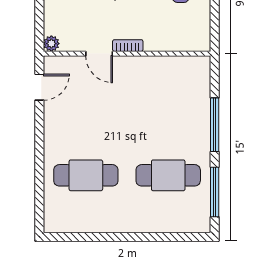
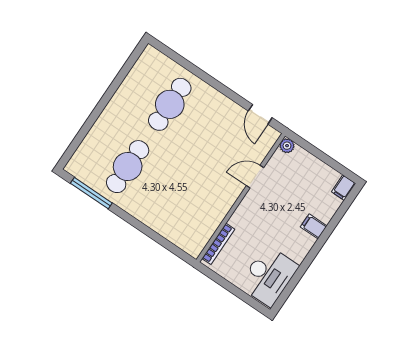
bookcase: (128, 46) -> (218, 244), moved, width x1.56
window: (215, 125) -> (142, 228), removed

